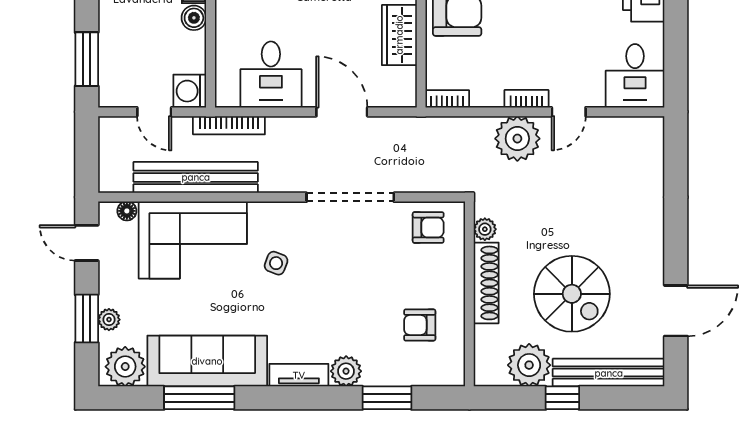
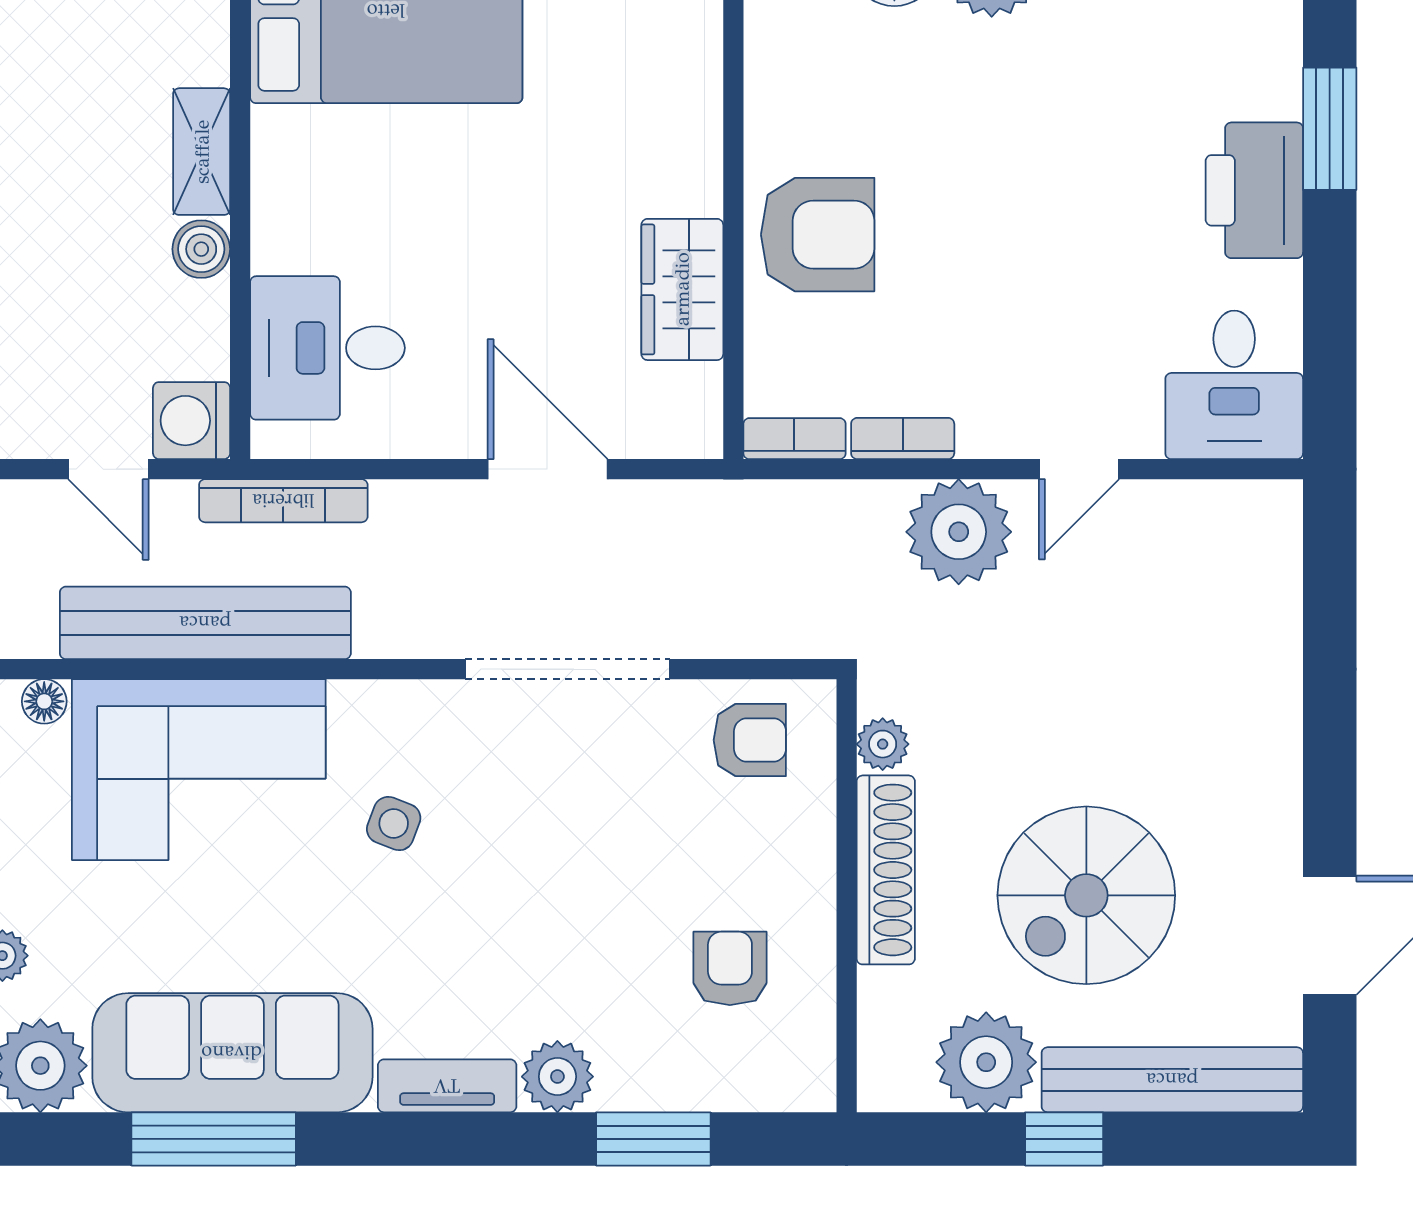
desk: (271, 74) -> (327, 348), moved, turned 90
bookcase: (526, 99) -> (903, 439), moved
spiral stairs: (572, 294) -> (1086, 895), turned 90
armchair: (420, 325) -> (730, 968), turned 90

